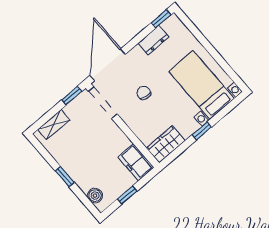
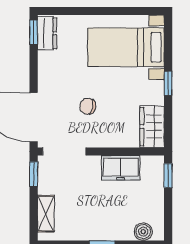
dresser: (153, 40) -> (47, 33), moved
freezer: (136, 162) -> (121, 168), moved
window: (127, 195) -> (168, 176), moved

